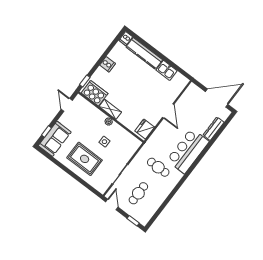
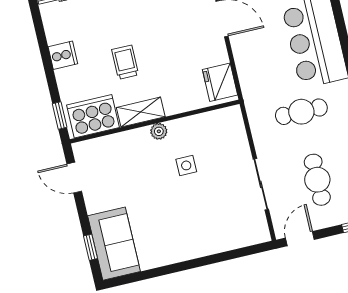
trolley: (124, 89) -> (125, 62), added
rug: (85, 159) -> (188, 222), removed
door: (112, 204) -> (300, 239), hinge flipped

